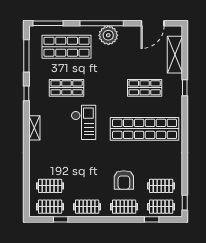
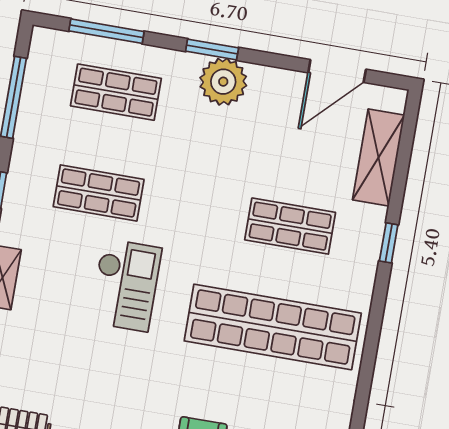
window: (48, 23) -> (107, 31), moved
window: (102, 23) -> (212, 49), width x0.47
shop shelf: (67, 47) -> (116, 92), width x0.70, depth x0.74

